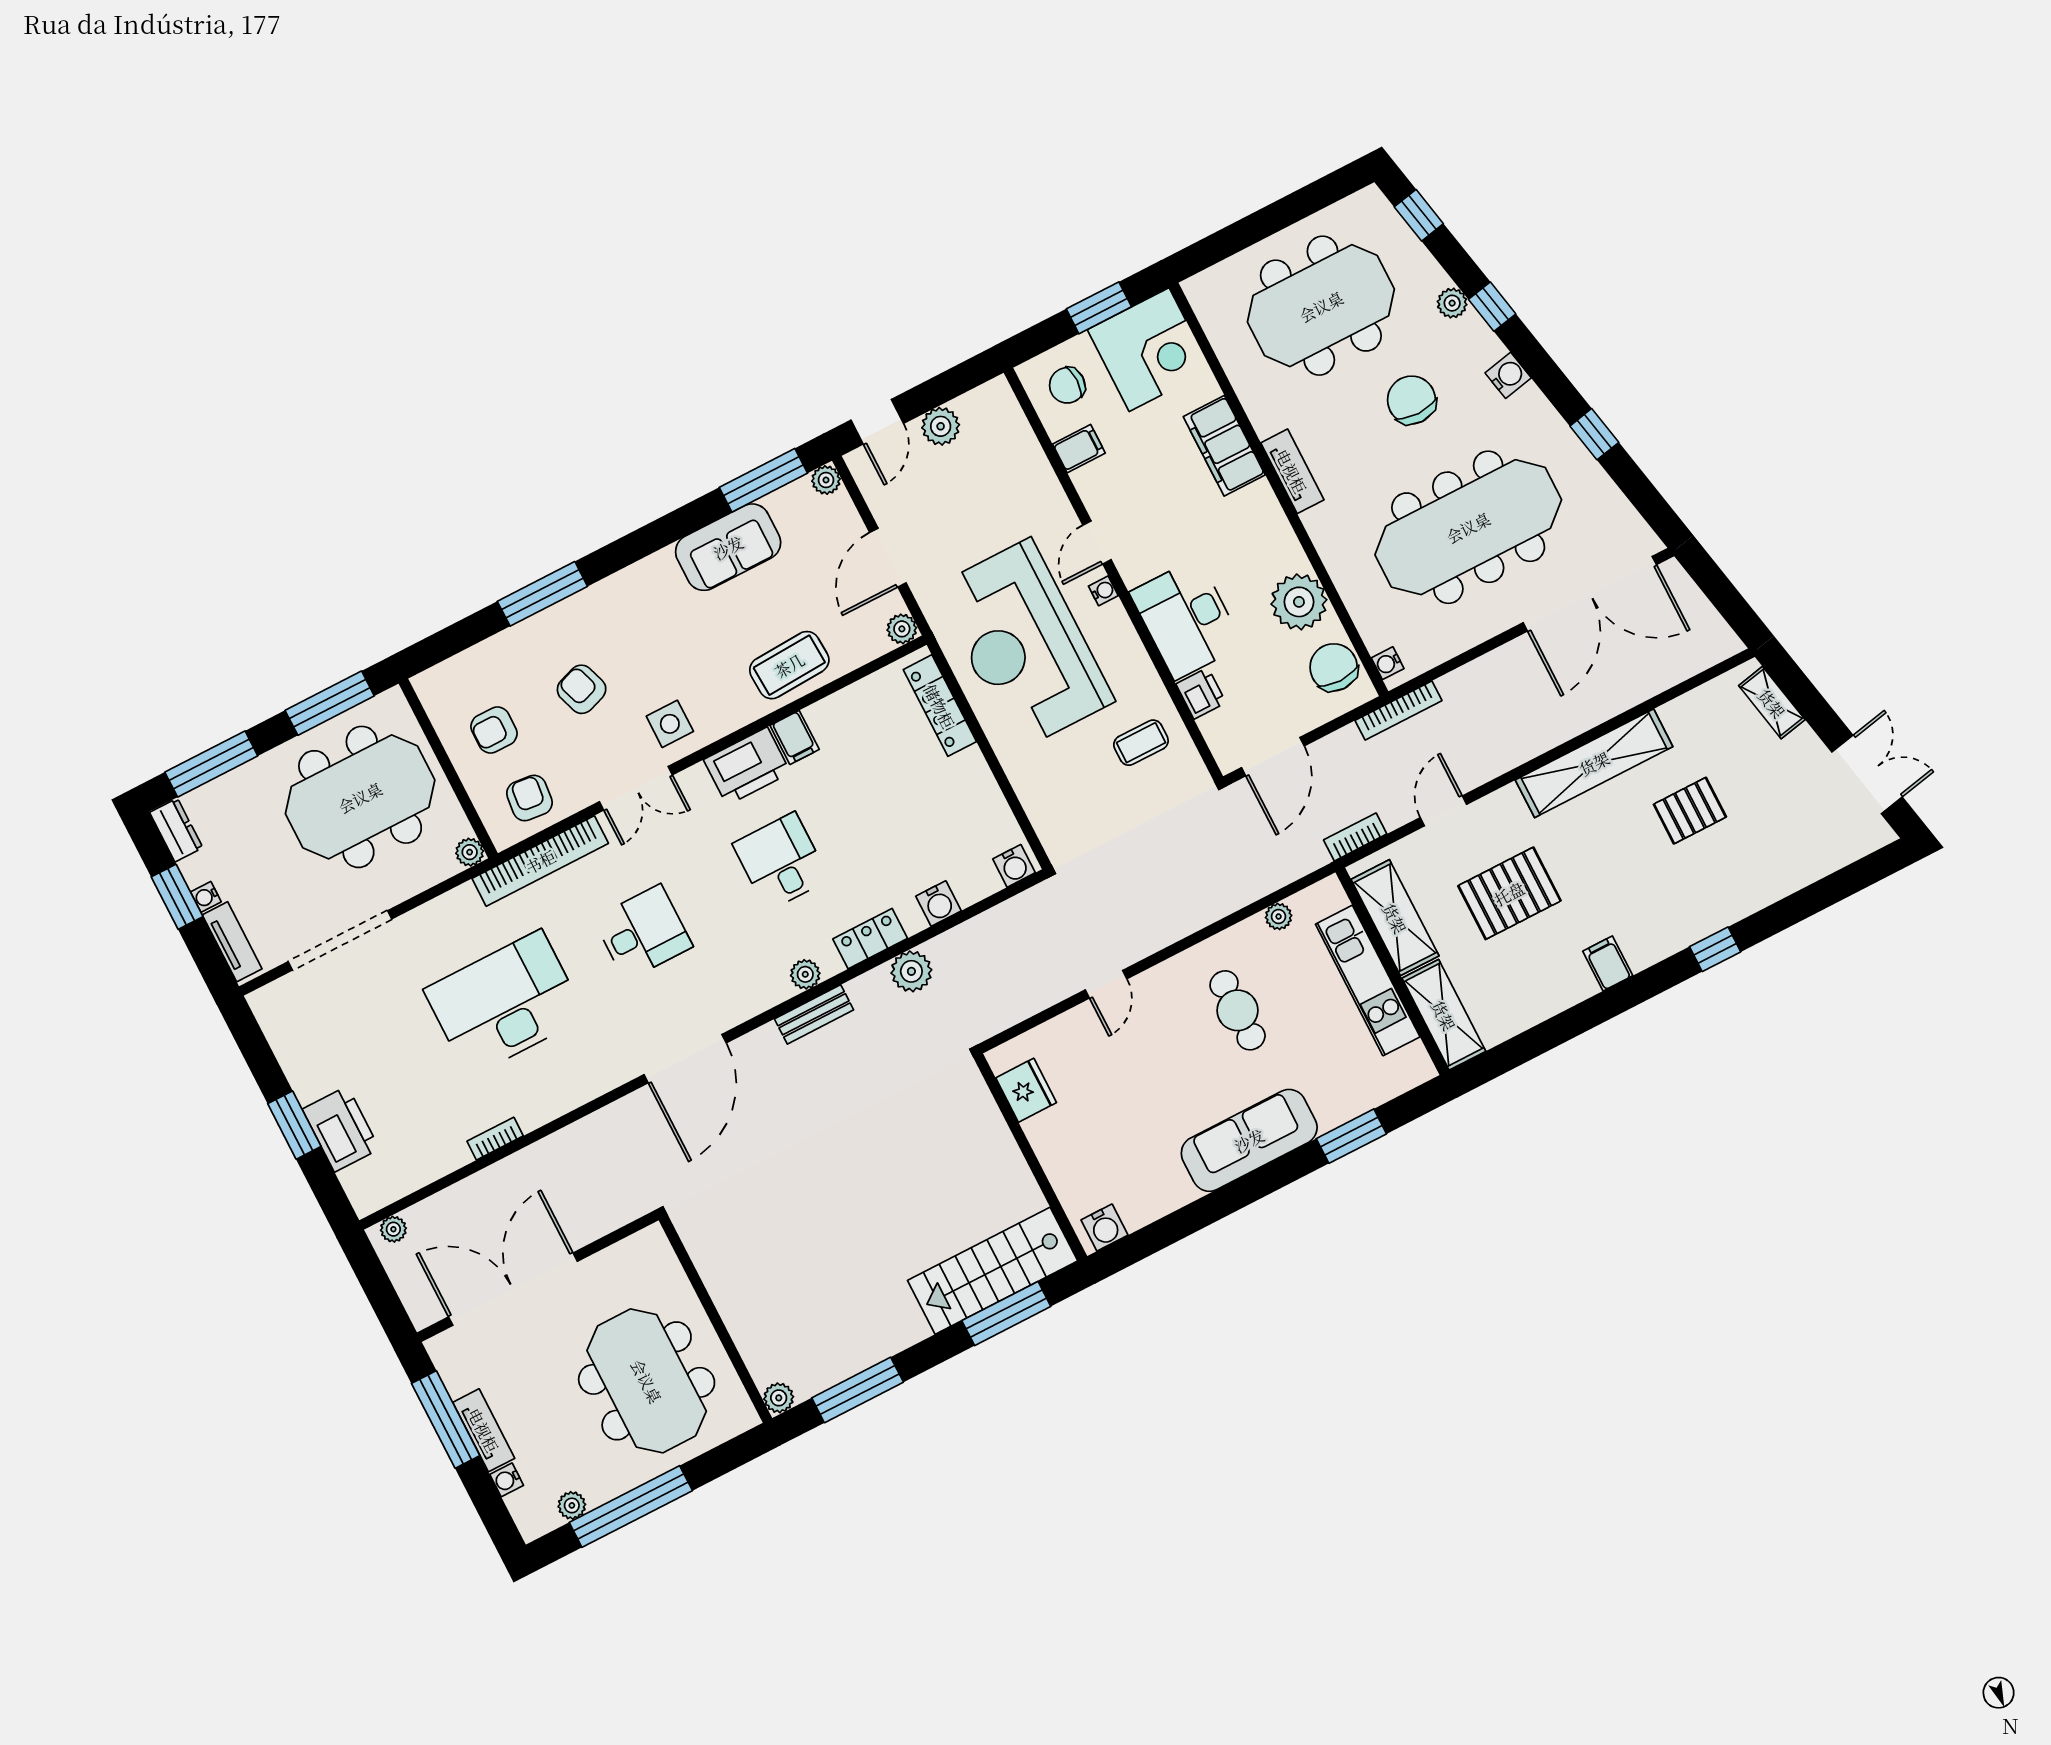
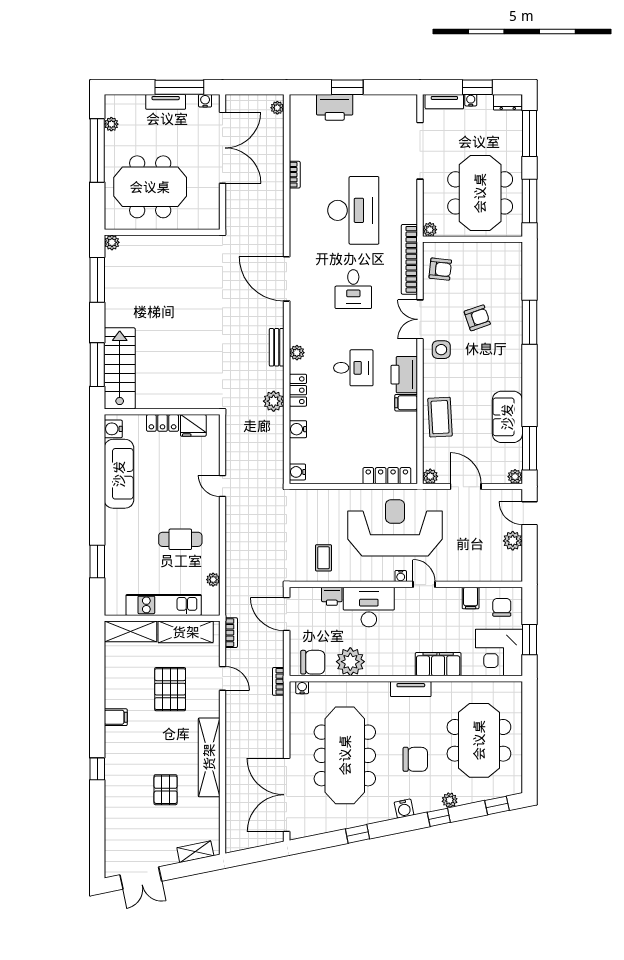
bookcase: (1398, 710) -> (278, 681), width x0.64
armchair: (494, 730) -> (479, 269), removed
sofa: (1249, 1140) -> (119, 474), moved
locker: (1050, 1146) -> (163, 423), added
water cooler: (507, 1480) -> (205, 101), moved

